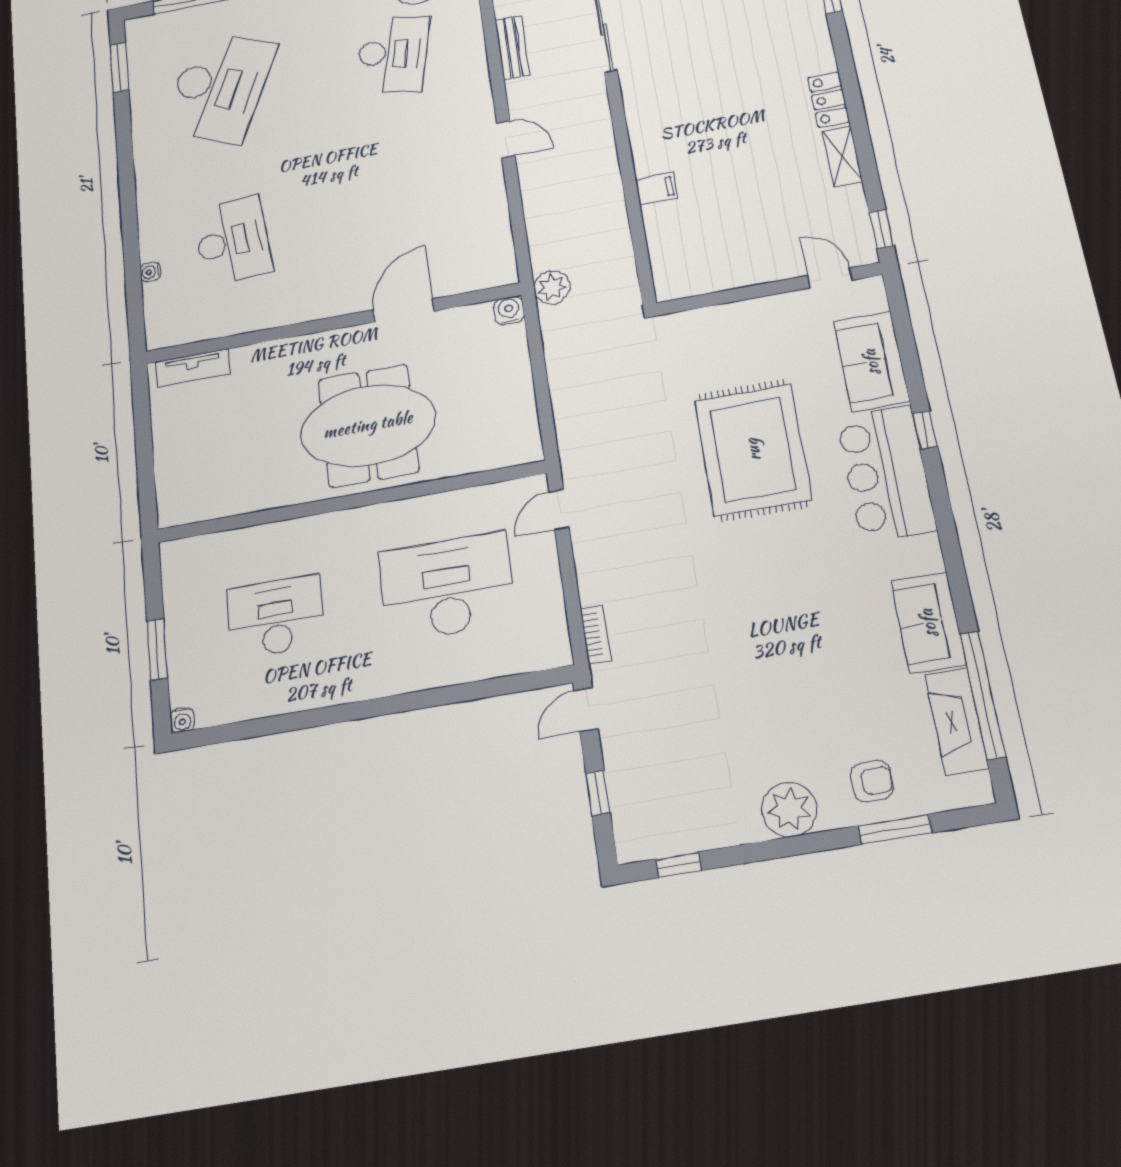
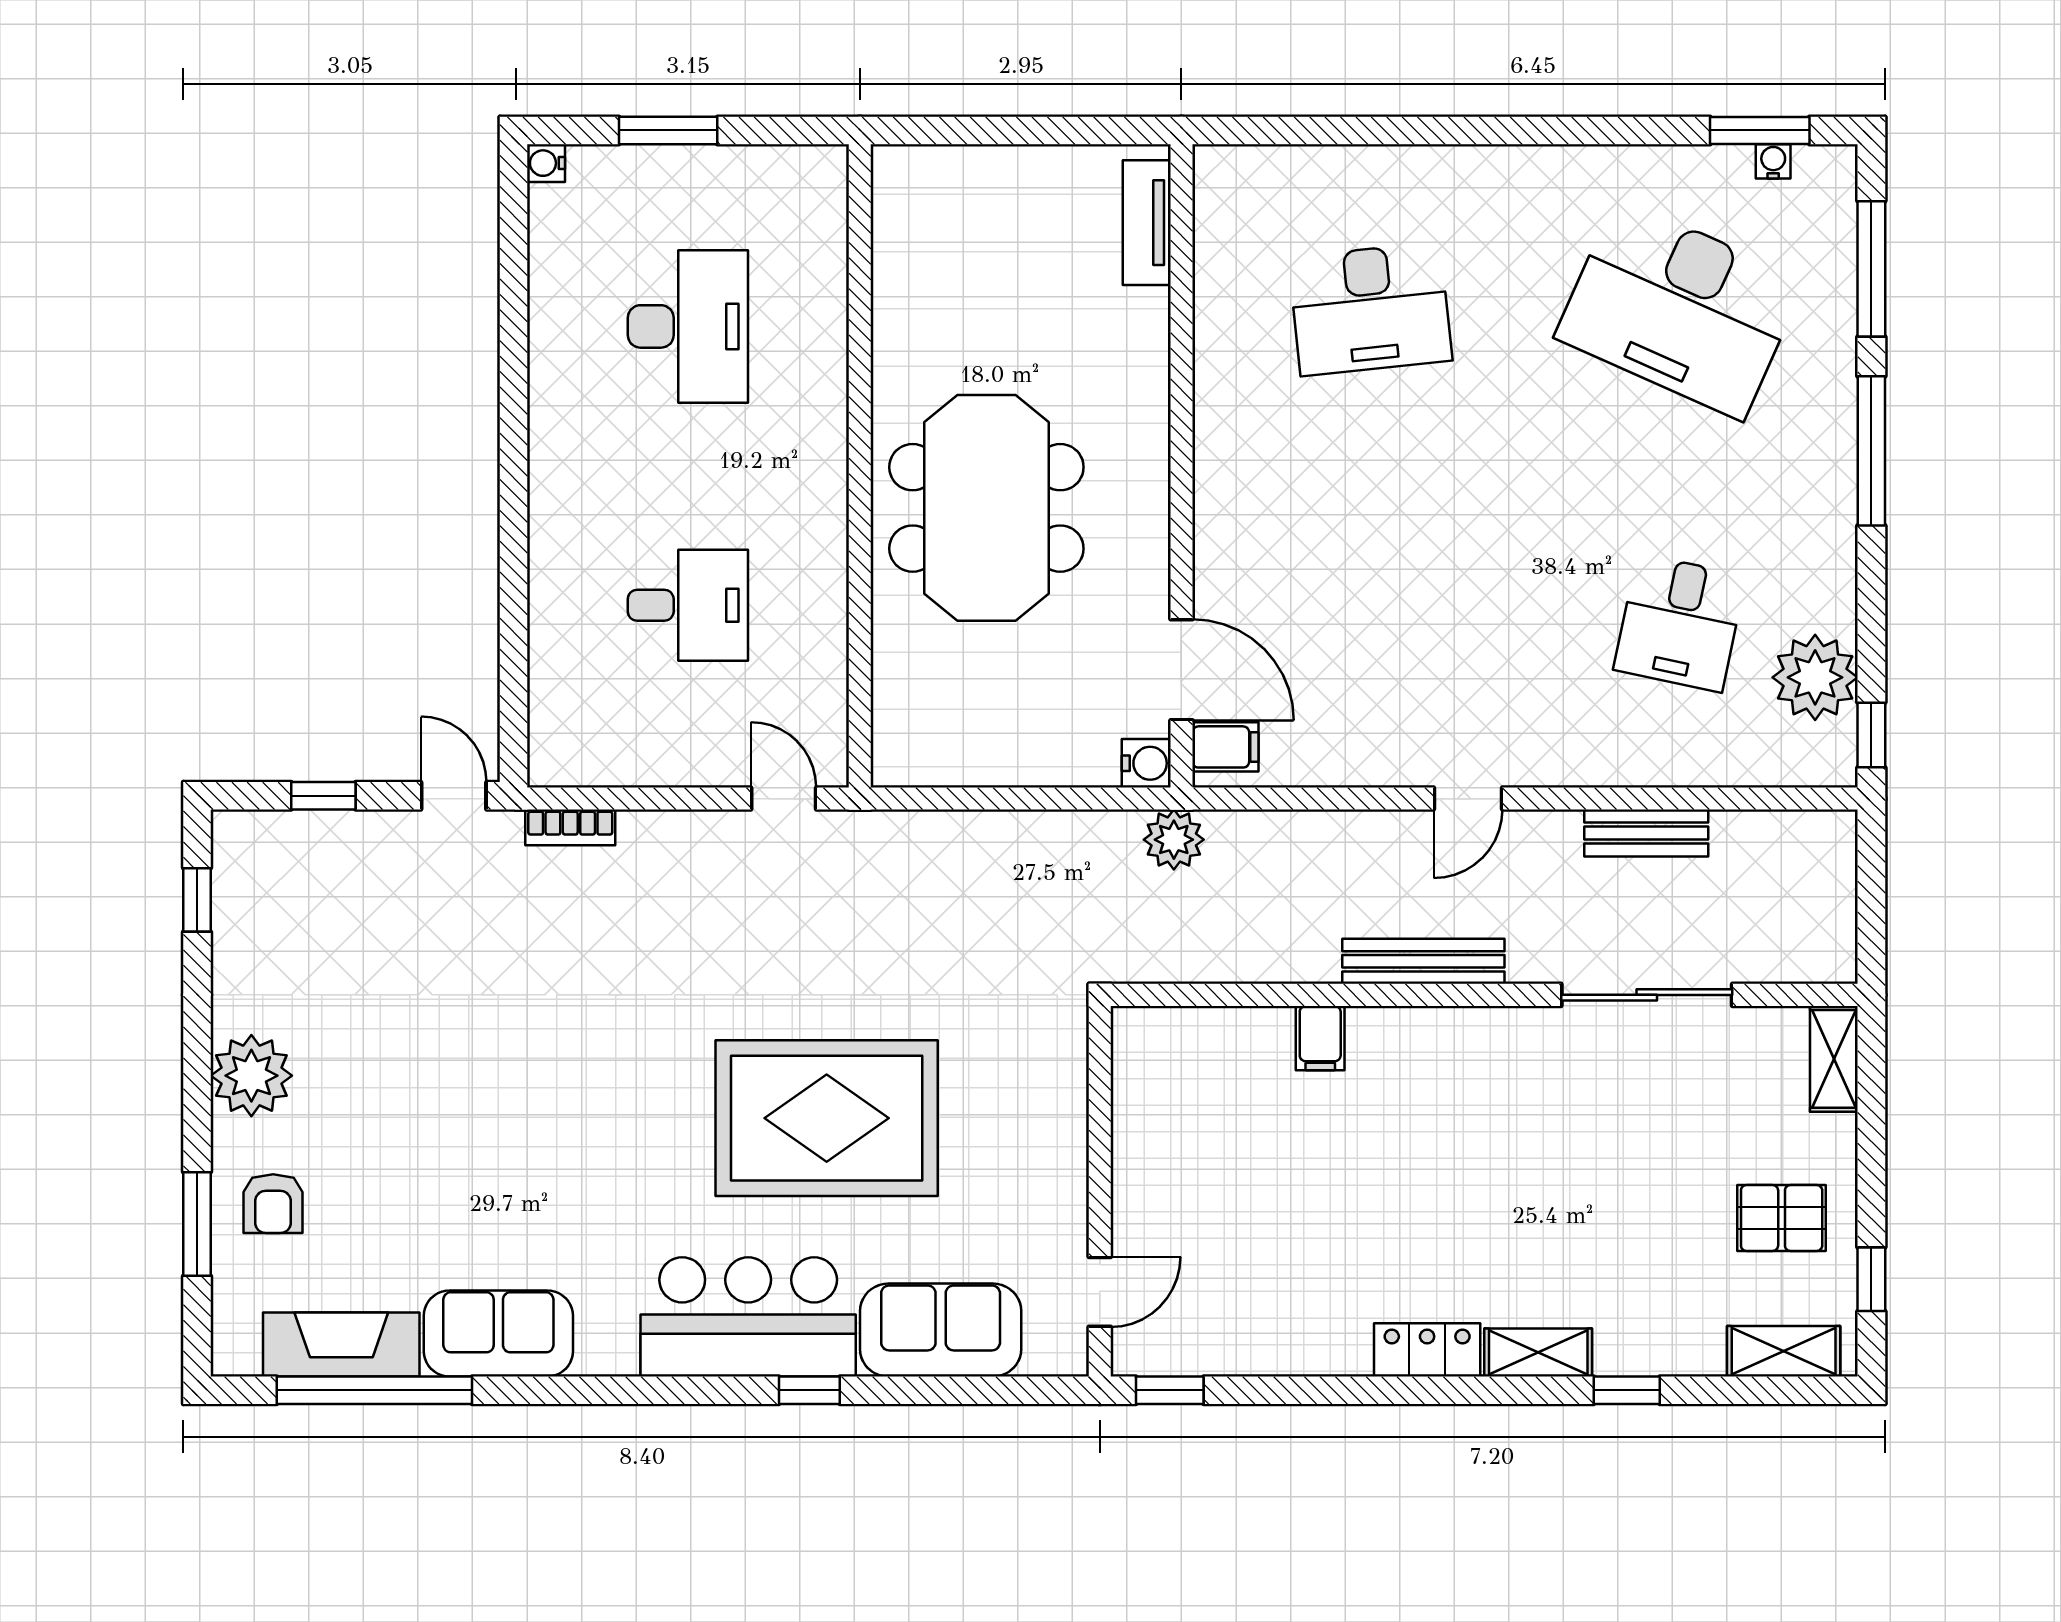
desk: (393, 54) -> (1680, 623), width x0.73
bench: (603, 144) -> (1423, 961), added
shelving: (842, 156) -> (1538, 1352), moved
filing cabinet: (494, 270) -> (1225, 747), added
water cooler: (150, 272) -> (1773, 161), moved
door: (403, 310) -> (1181, 670), moved
desk: (447, 587) -> (688, 605), width x0.53, depth x0.77

